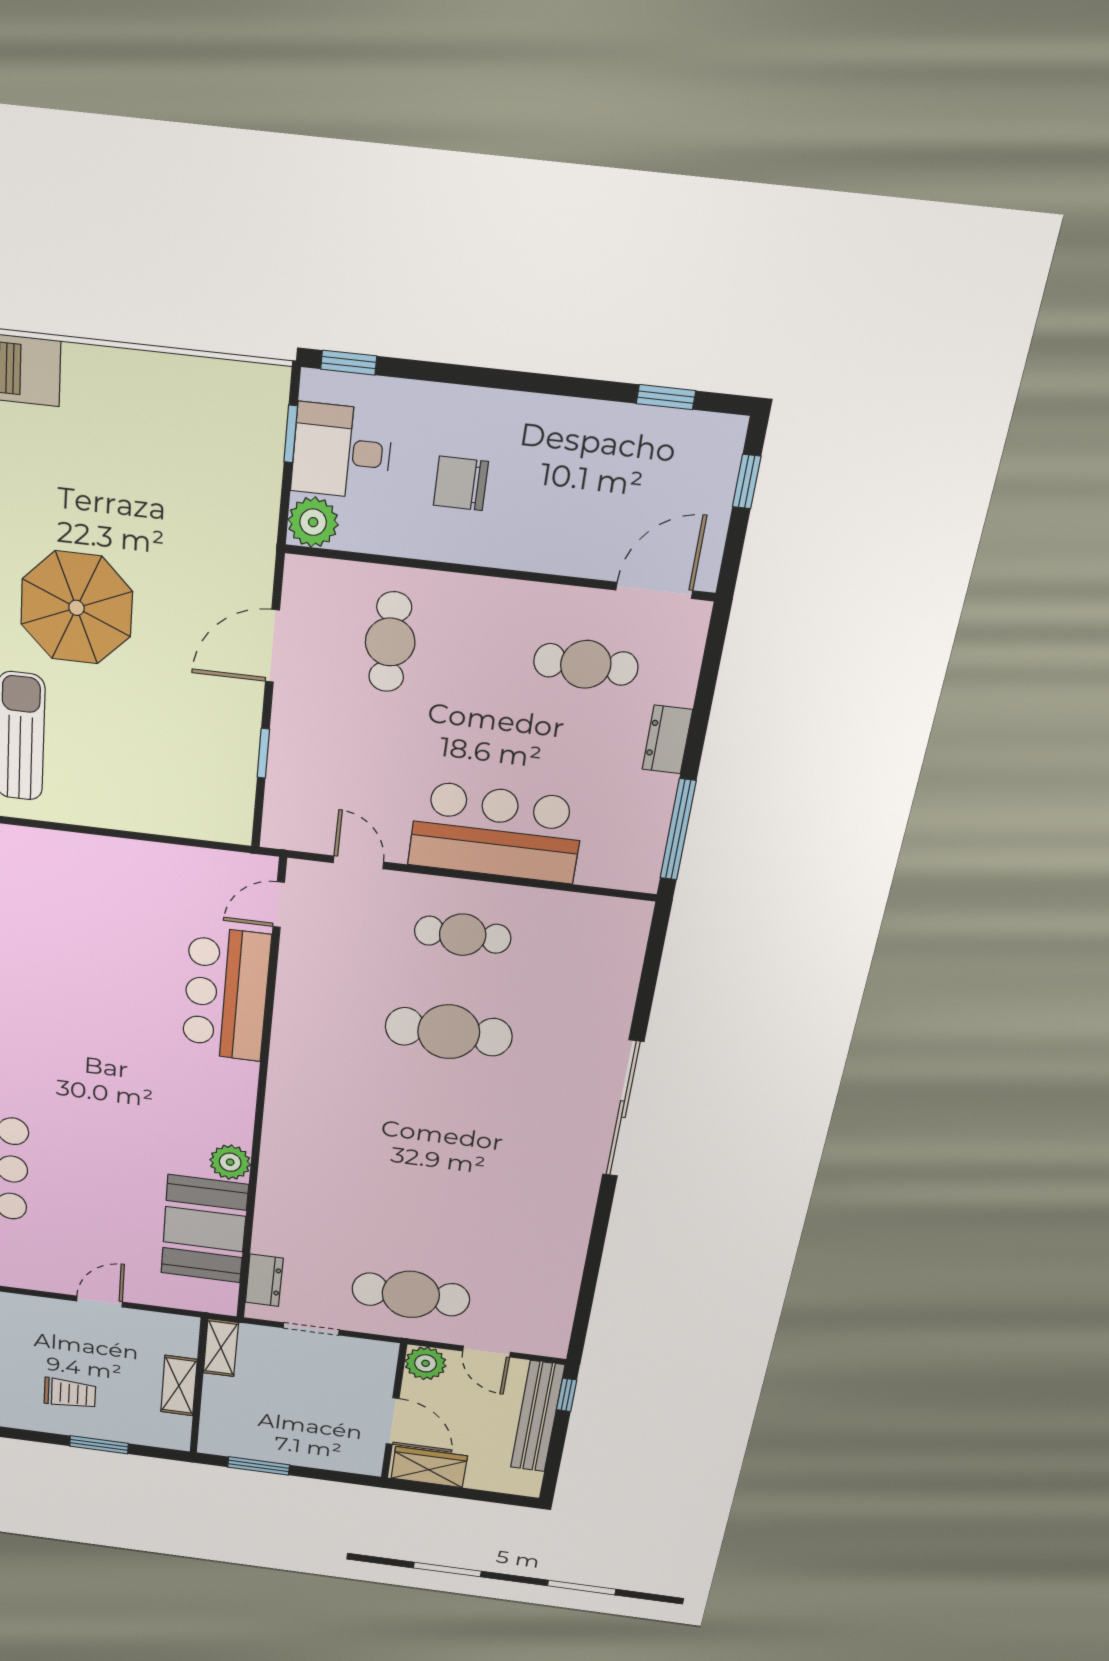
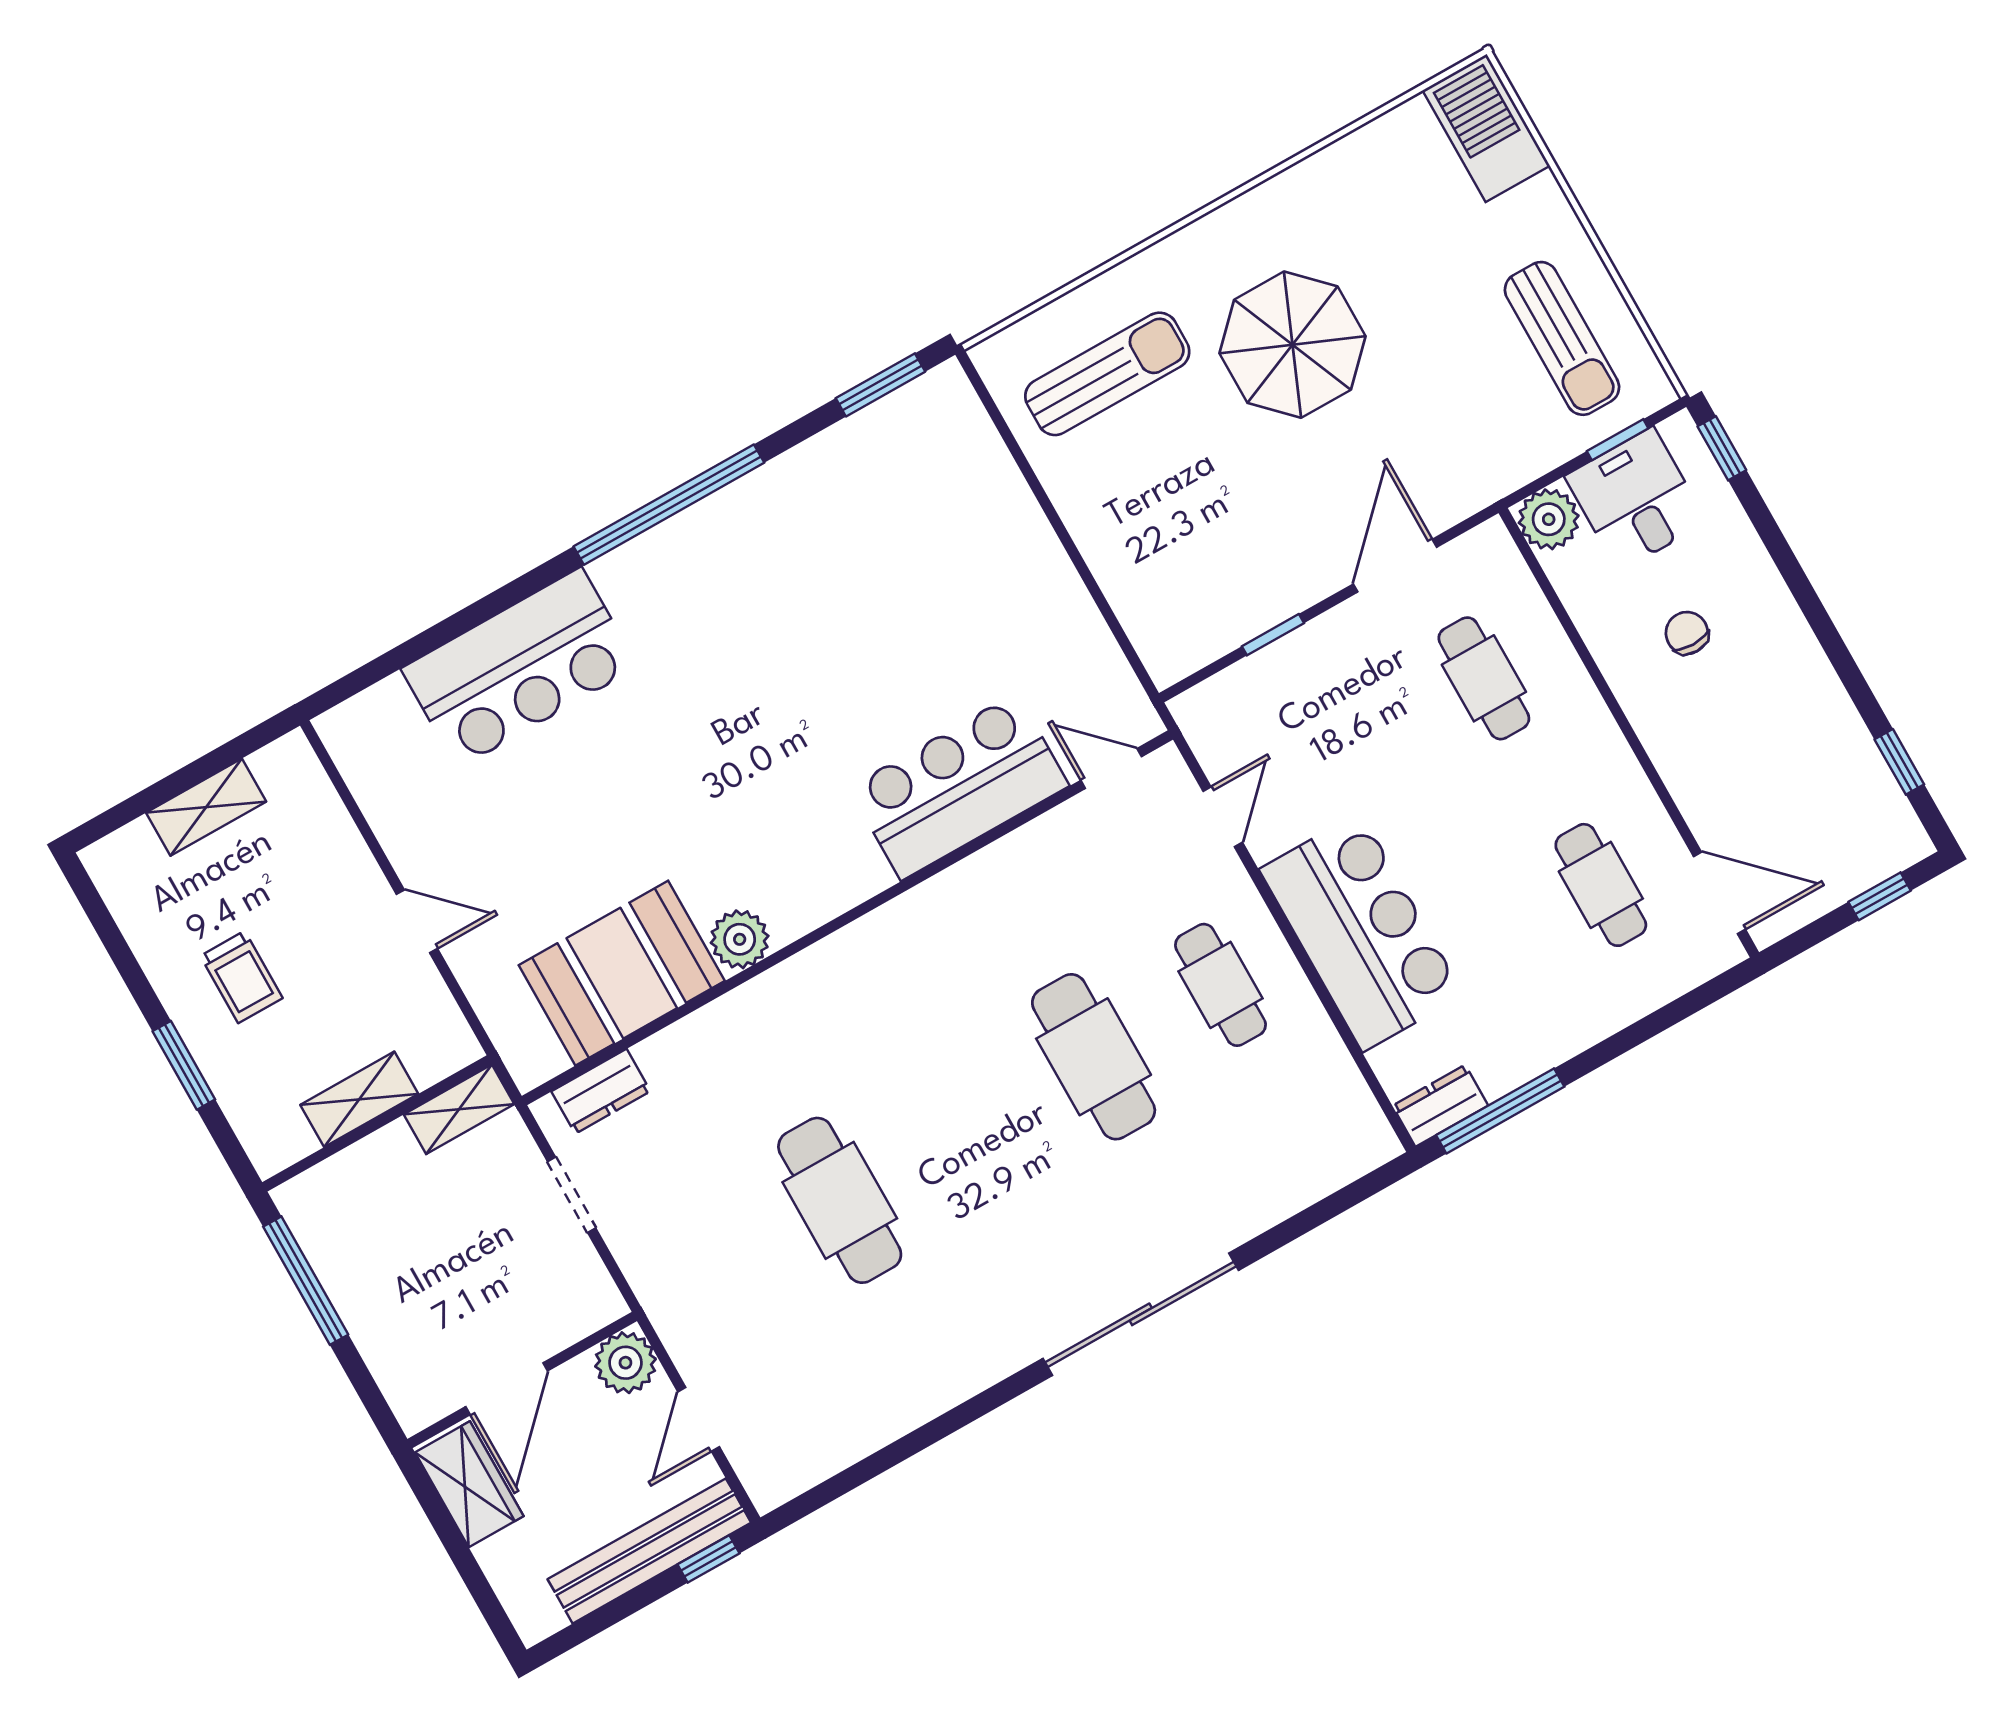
sun lounger: (192, 422) -> (1562, 338), added
chair: (461, 483) -> (1687, 633), width x0.73, depth x0.73
cafe table: (390, 642) -> (1484, 678), turned 90
door: (273, 646) -> (1395, 566), hinge flipped
dresser: (667, 739) -> (1440, 1106), moved
cafe table: (411, 1294) -> (840, 1200), moved
window: (258, 1466) -> (306, 1281), width x1.44

